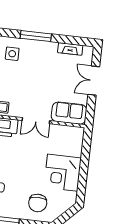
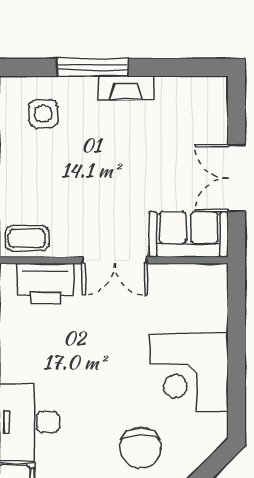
fireplace: (70, 49) -> (126, 88), moved
double door: (94, 81) -> (236, 178), moved

